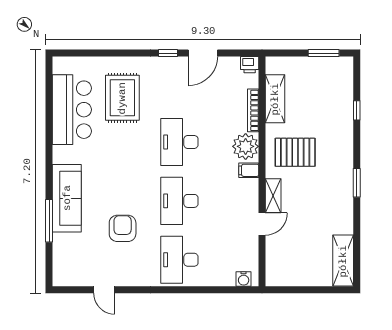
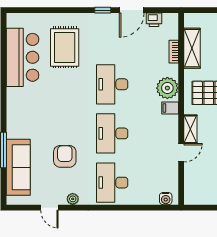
printer: (250, 65) -> (154, 20), moved
bookcase: (253, 110) -> (174, 52), width x0.64
sofa: (67, 198) -> (18, 167), moved
plant: (132, 279) -> (73, 199), added

